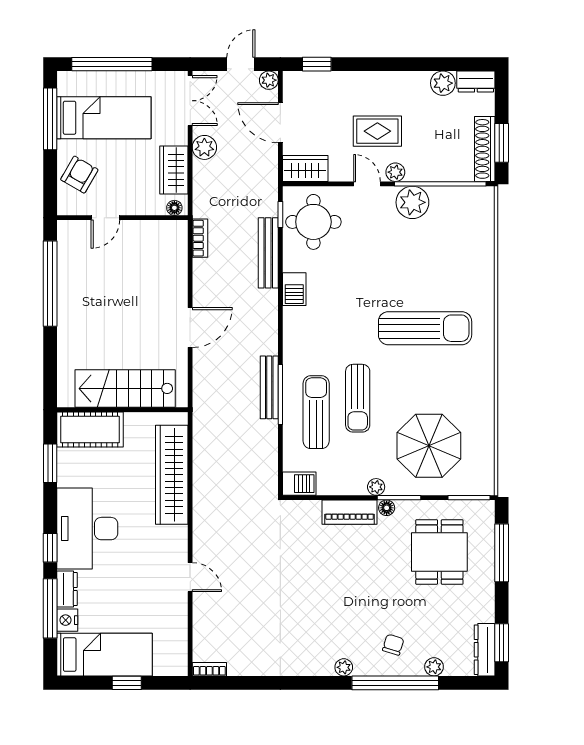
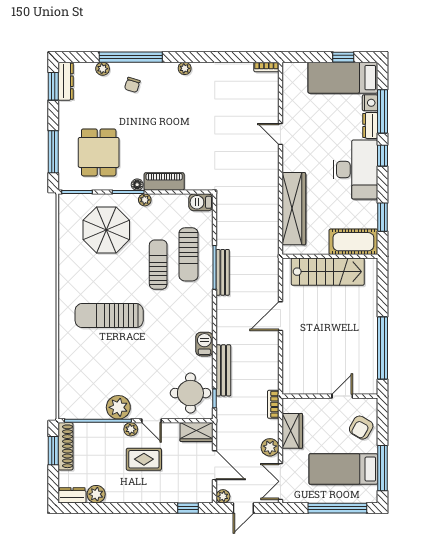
floor lamp: (174, 208) -> (292, 403), removed
bookcase: (200, 238) -> (273, 404), moved
plant: (344, 667) -> (185, 68), moved
window: (127, 683) -> (343, 57), moved

